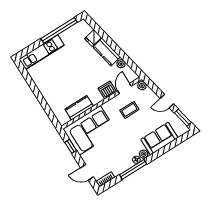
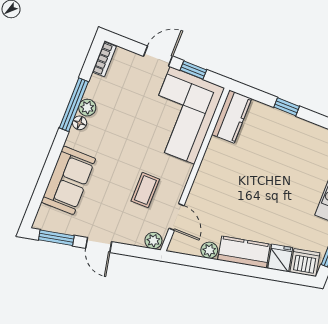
dishwasher: (107, 90) -> (305, 263), moved, turned -102
window: (42, 101) -> (287, 107), added
door: (167, 101) -> (99, 245), swing flipped
kitchen counter: (79, 108) -> (232, 117), moved
plant: (144, 154) -> (87, 108), moved
door: (87, 172) -> (158, 56), moved

